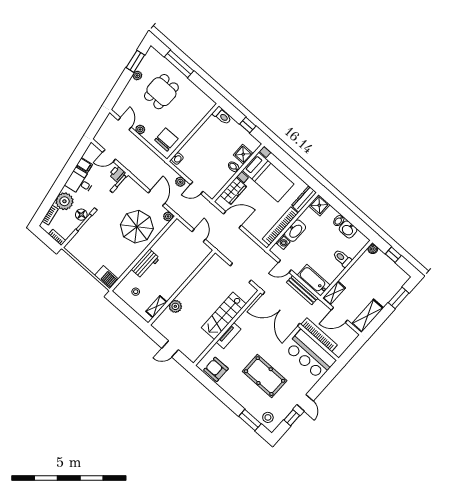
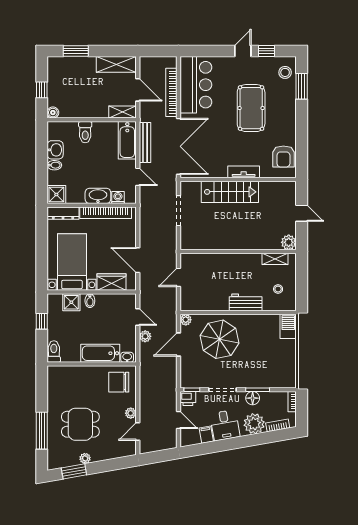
bathtub: (195, 144) -> (100, 353), added
plant: (175, 306) -> (289, 242), moved

